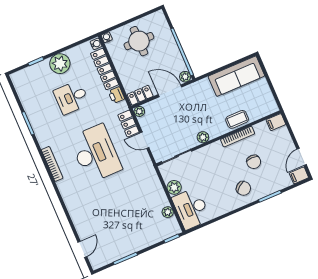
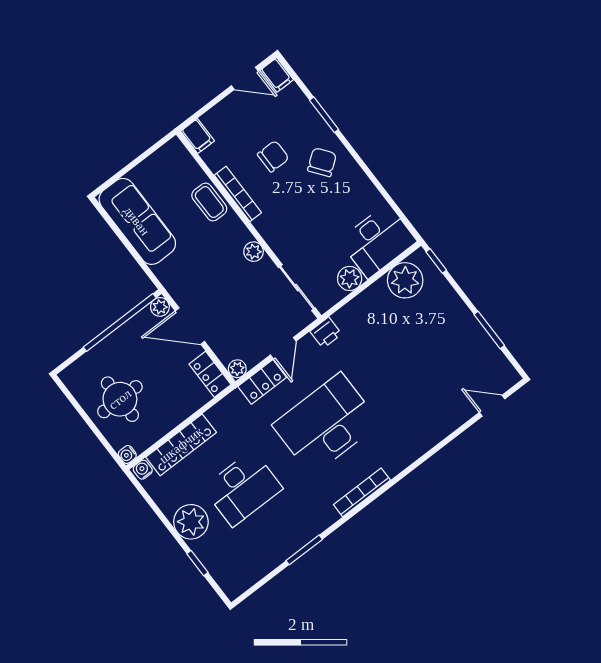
door: (170, 91) -> (190, 326), hinge flipped
printer: (116, 95) -> (326, 333), moved
desk: (71, 97) -> (243, 488), width x1.37
plant: (168, 212) -> (405, 280), width x1.88, depth x1.88

